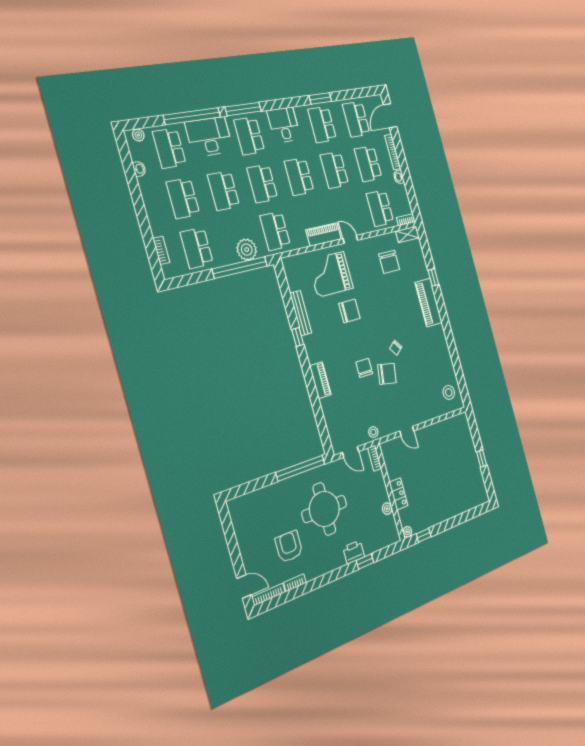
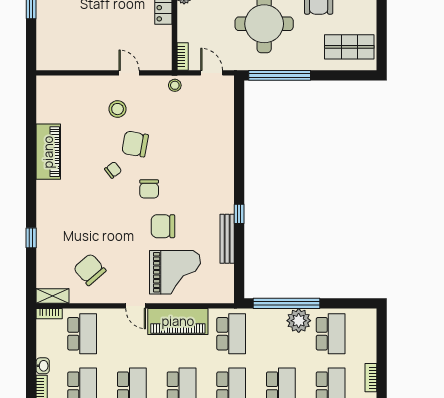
piano: (324, 234) -> (178, 321), width x1.37, depth x1.33
bookcase: (161, 250) -> (371, 378), moved
plant: (247, 250) -> (299, 321), moved
chair: (389, 262) -> (90, 270), turned -41
piano: (429, 303) -> (48, 152), moved
chair: (364, 368) -> (149, 189), moved
piano: (320, 380) -> (225, 161), removed
stool: (449, 392) -> (118, 109), moved
shop shelf: (253, 514) -> (349, 47), added

